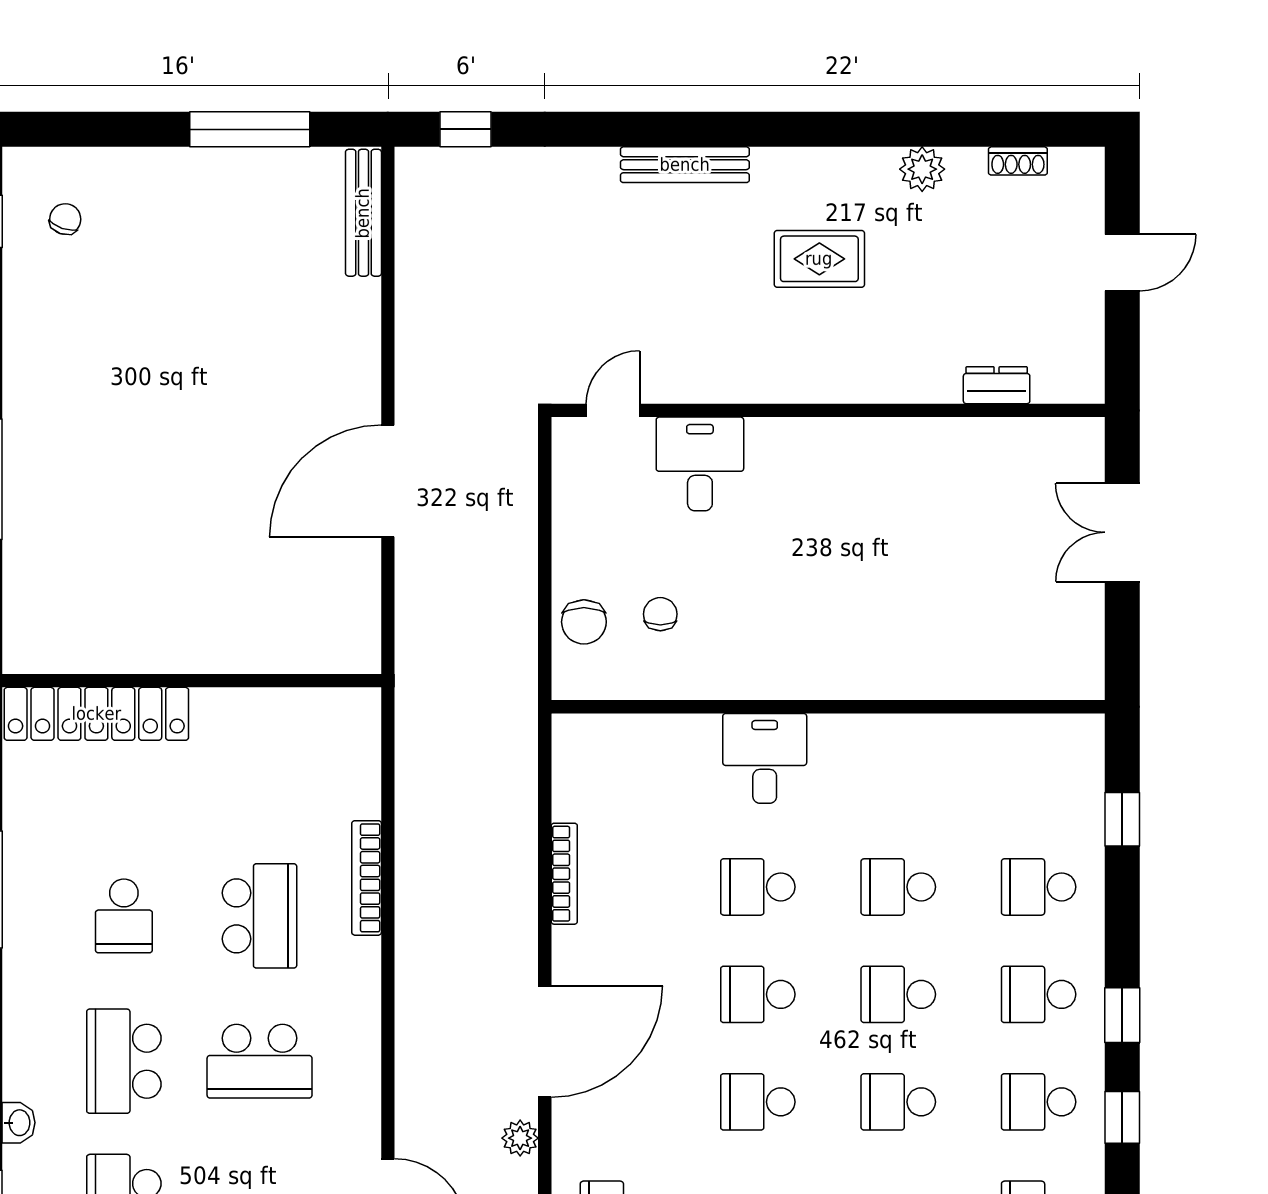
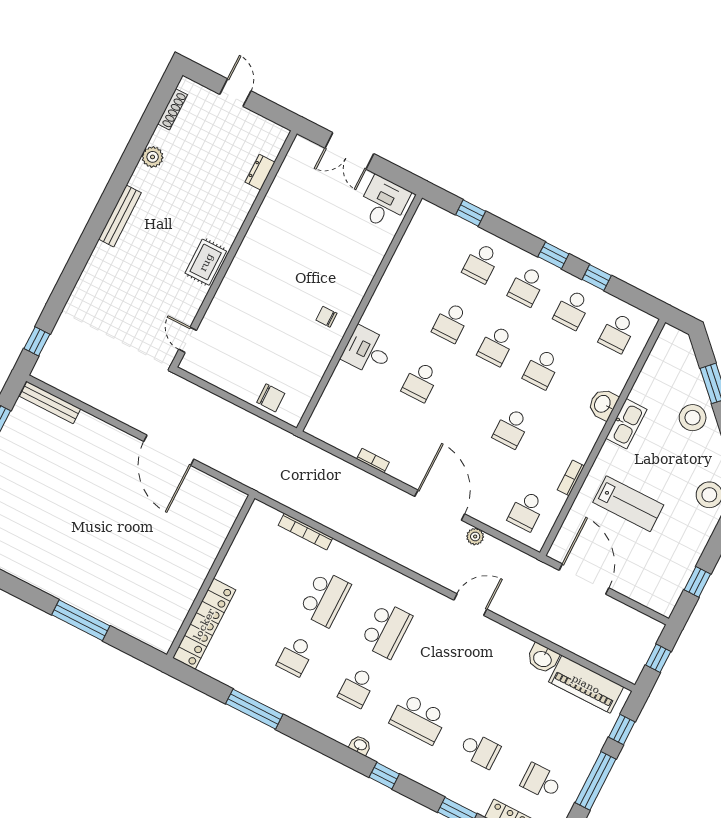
shoe rack: (1018, 161) -> (172, 109), width x1.43
bench: (685, 165) -> (120, 216), moved
rug: (819, 259) -> (206, 262), moved
desk: (700, 464) -> (383, 203), moved, turned 90
chair: (660, 614) -> (326, 317), moved
bookcase: (564, 874) -> (373, 461), width x0.64
bookcase: (367, 878) -> (305, 532), moved
school desk: (124, 916) -> (296, 656), turned 90
school desk: (260, 916) -> (325, 599), turned 90
school desk: (758, 994) -> (466, 405), removed
school desk: (124, 1061) -> (357, 687), width x0.54

